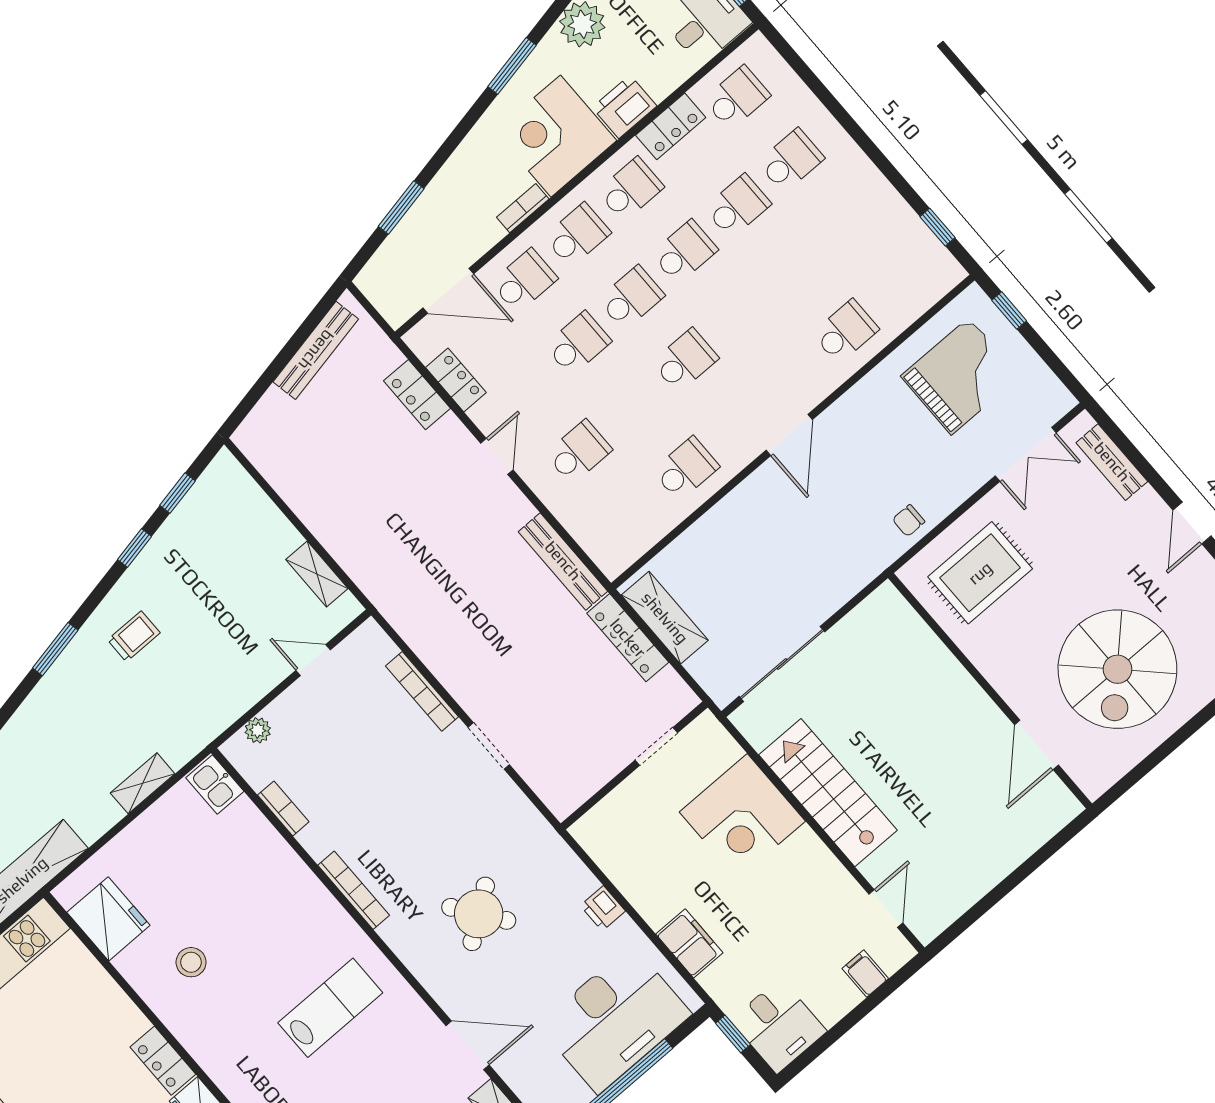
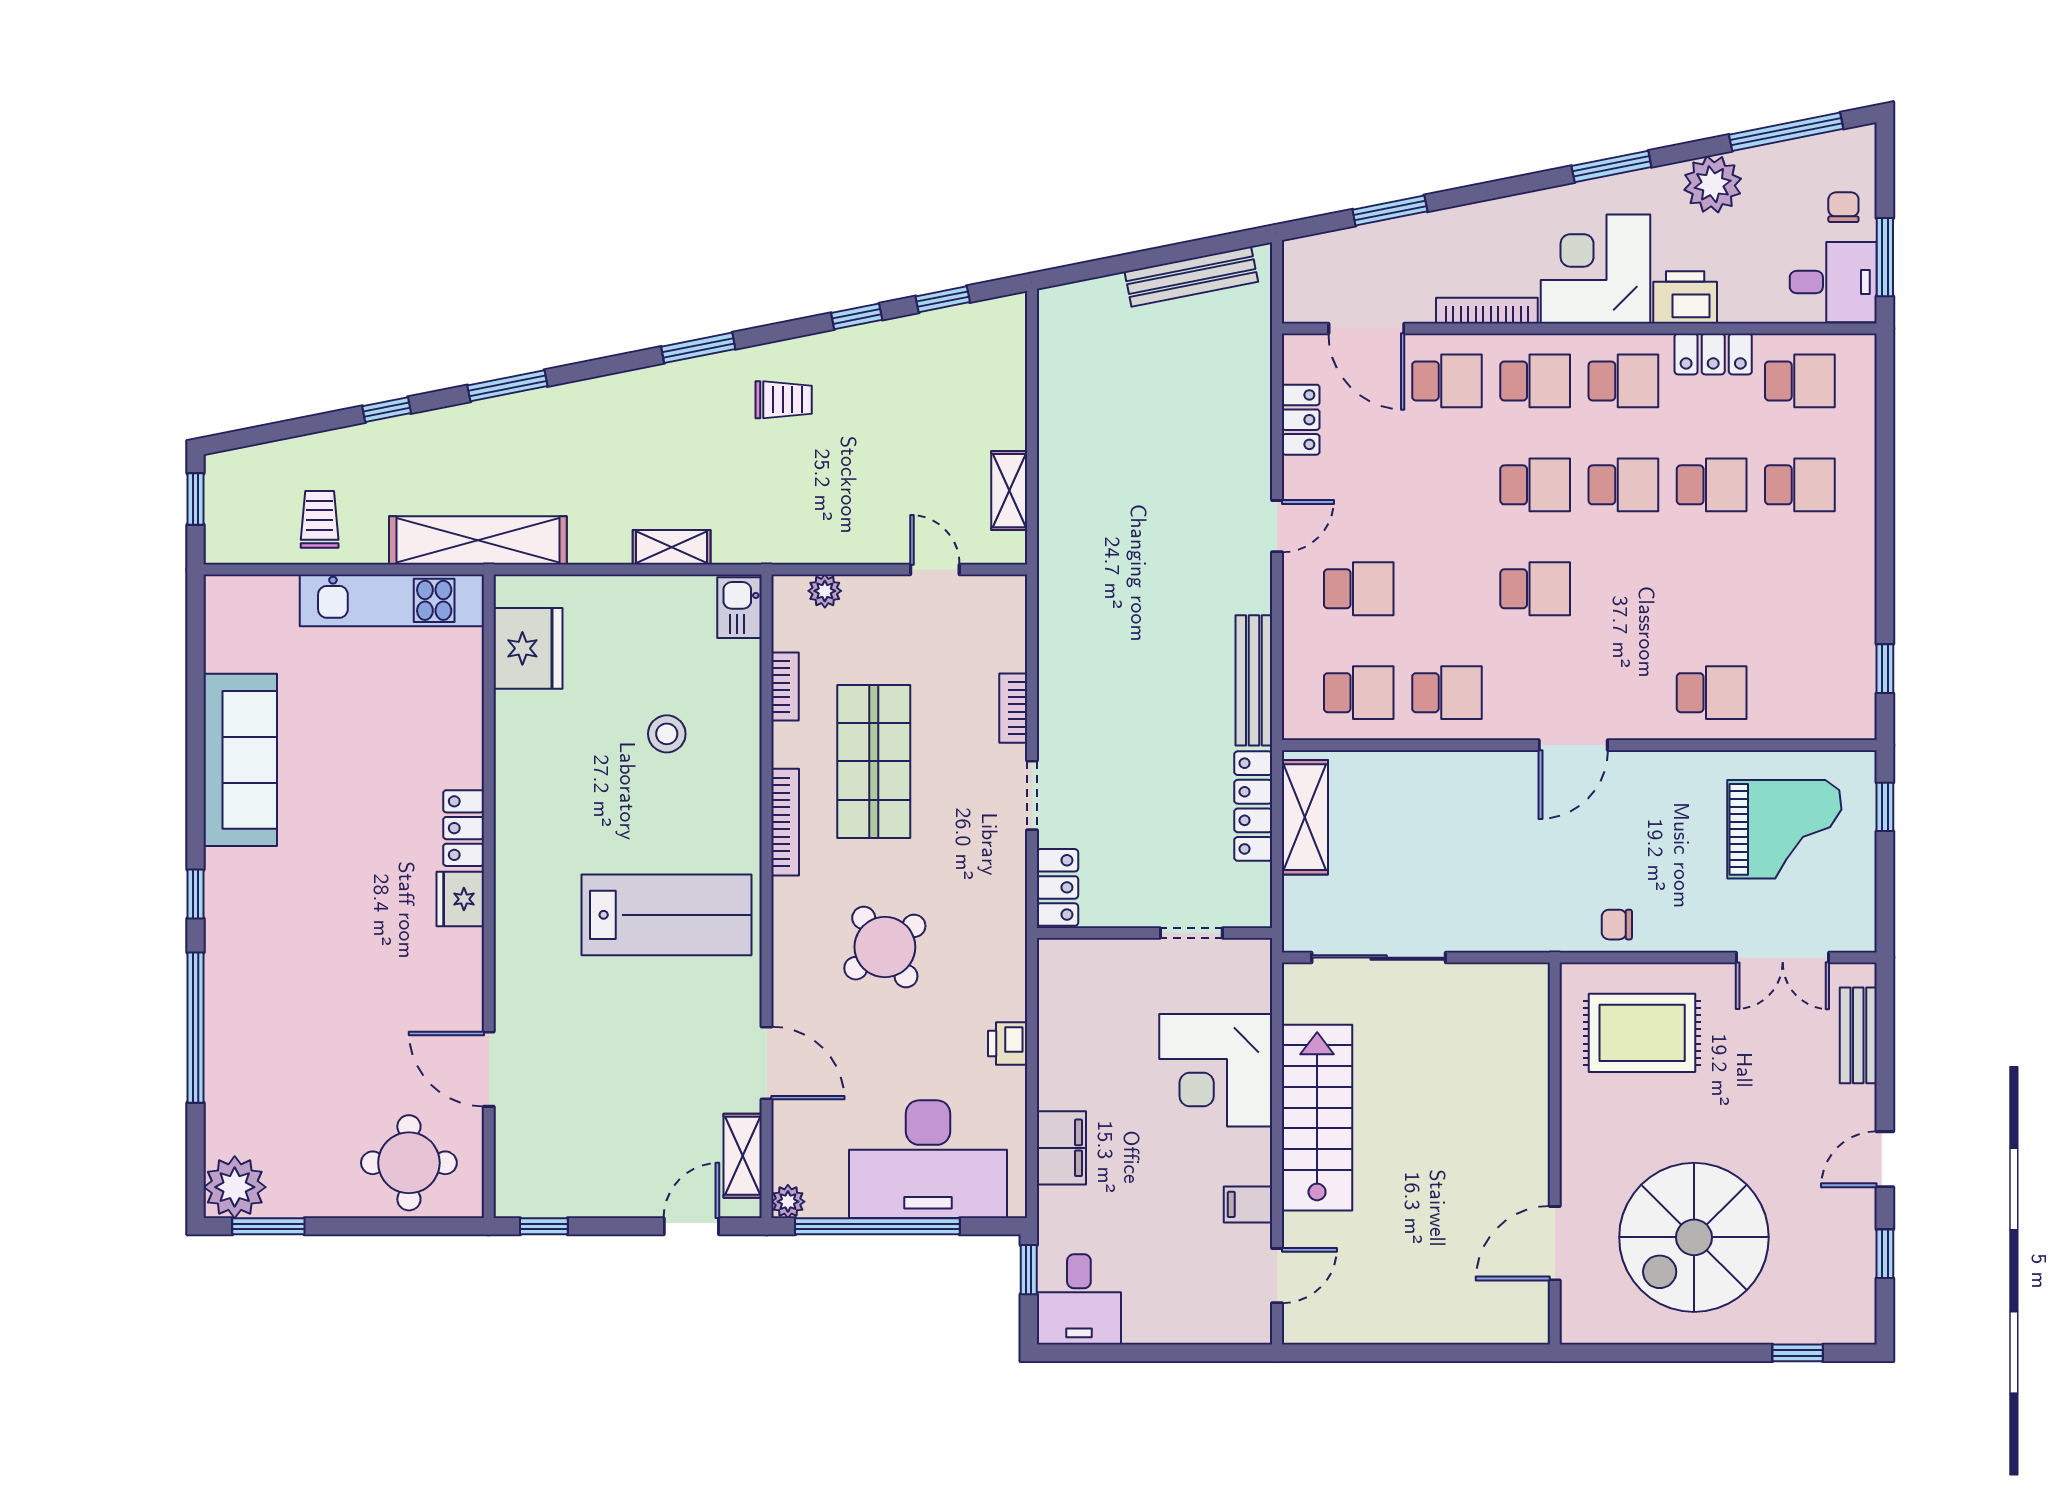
bookcase: (523, 208) -> (1487, 311), width x1.56
school desk: (578, 343) -> (1359, 693), moved
locker: (417, 395) -> (1057, 887), moved, turned 180
bookcase: (422, 691) -> (1013, 708), width x0.64
shop shelf: (376, 808) -> (874, 761), added
stool: (191, 962) -> (667, 734), moved
filing cabinet: (865, 974) -> (1248, 1204), moved, turned -90
lab bench: (330, 1008) -> (667, 915), width x1.36, depth x1.39

